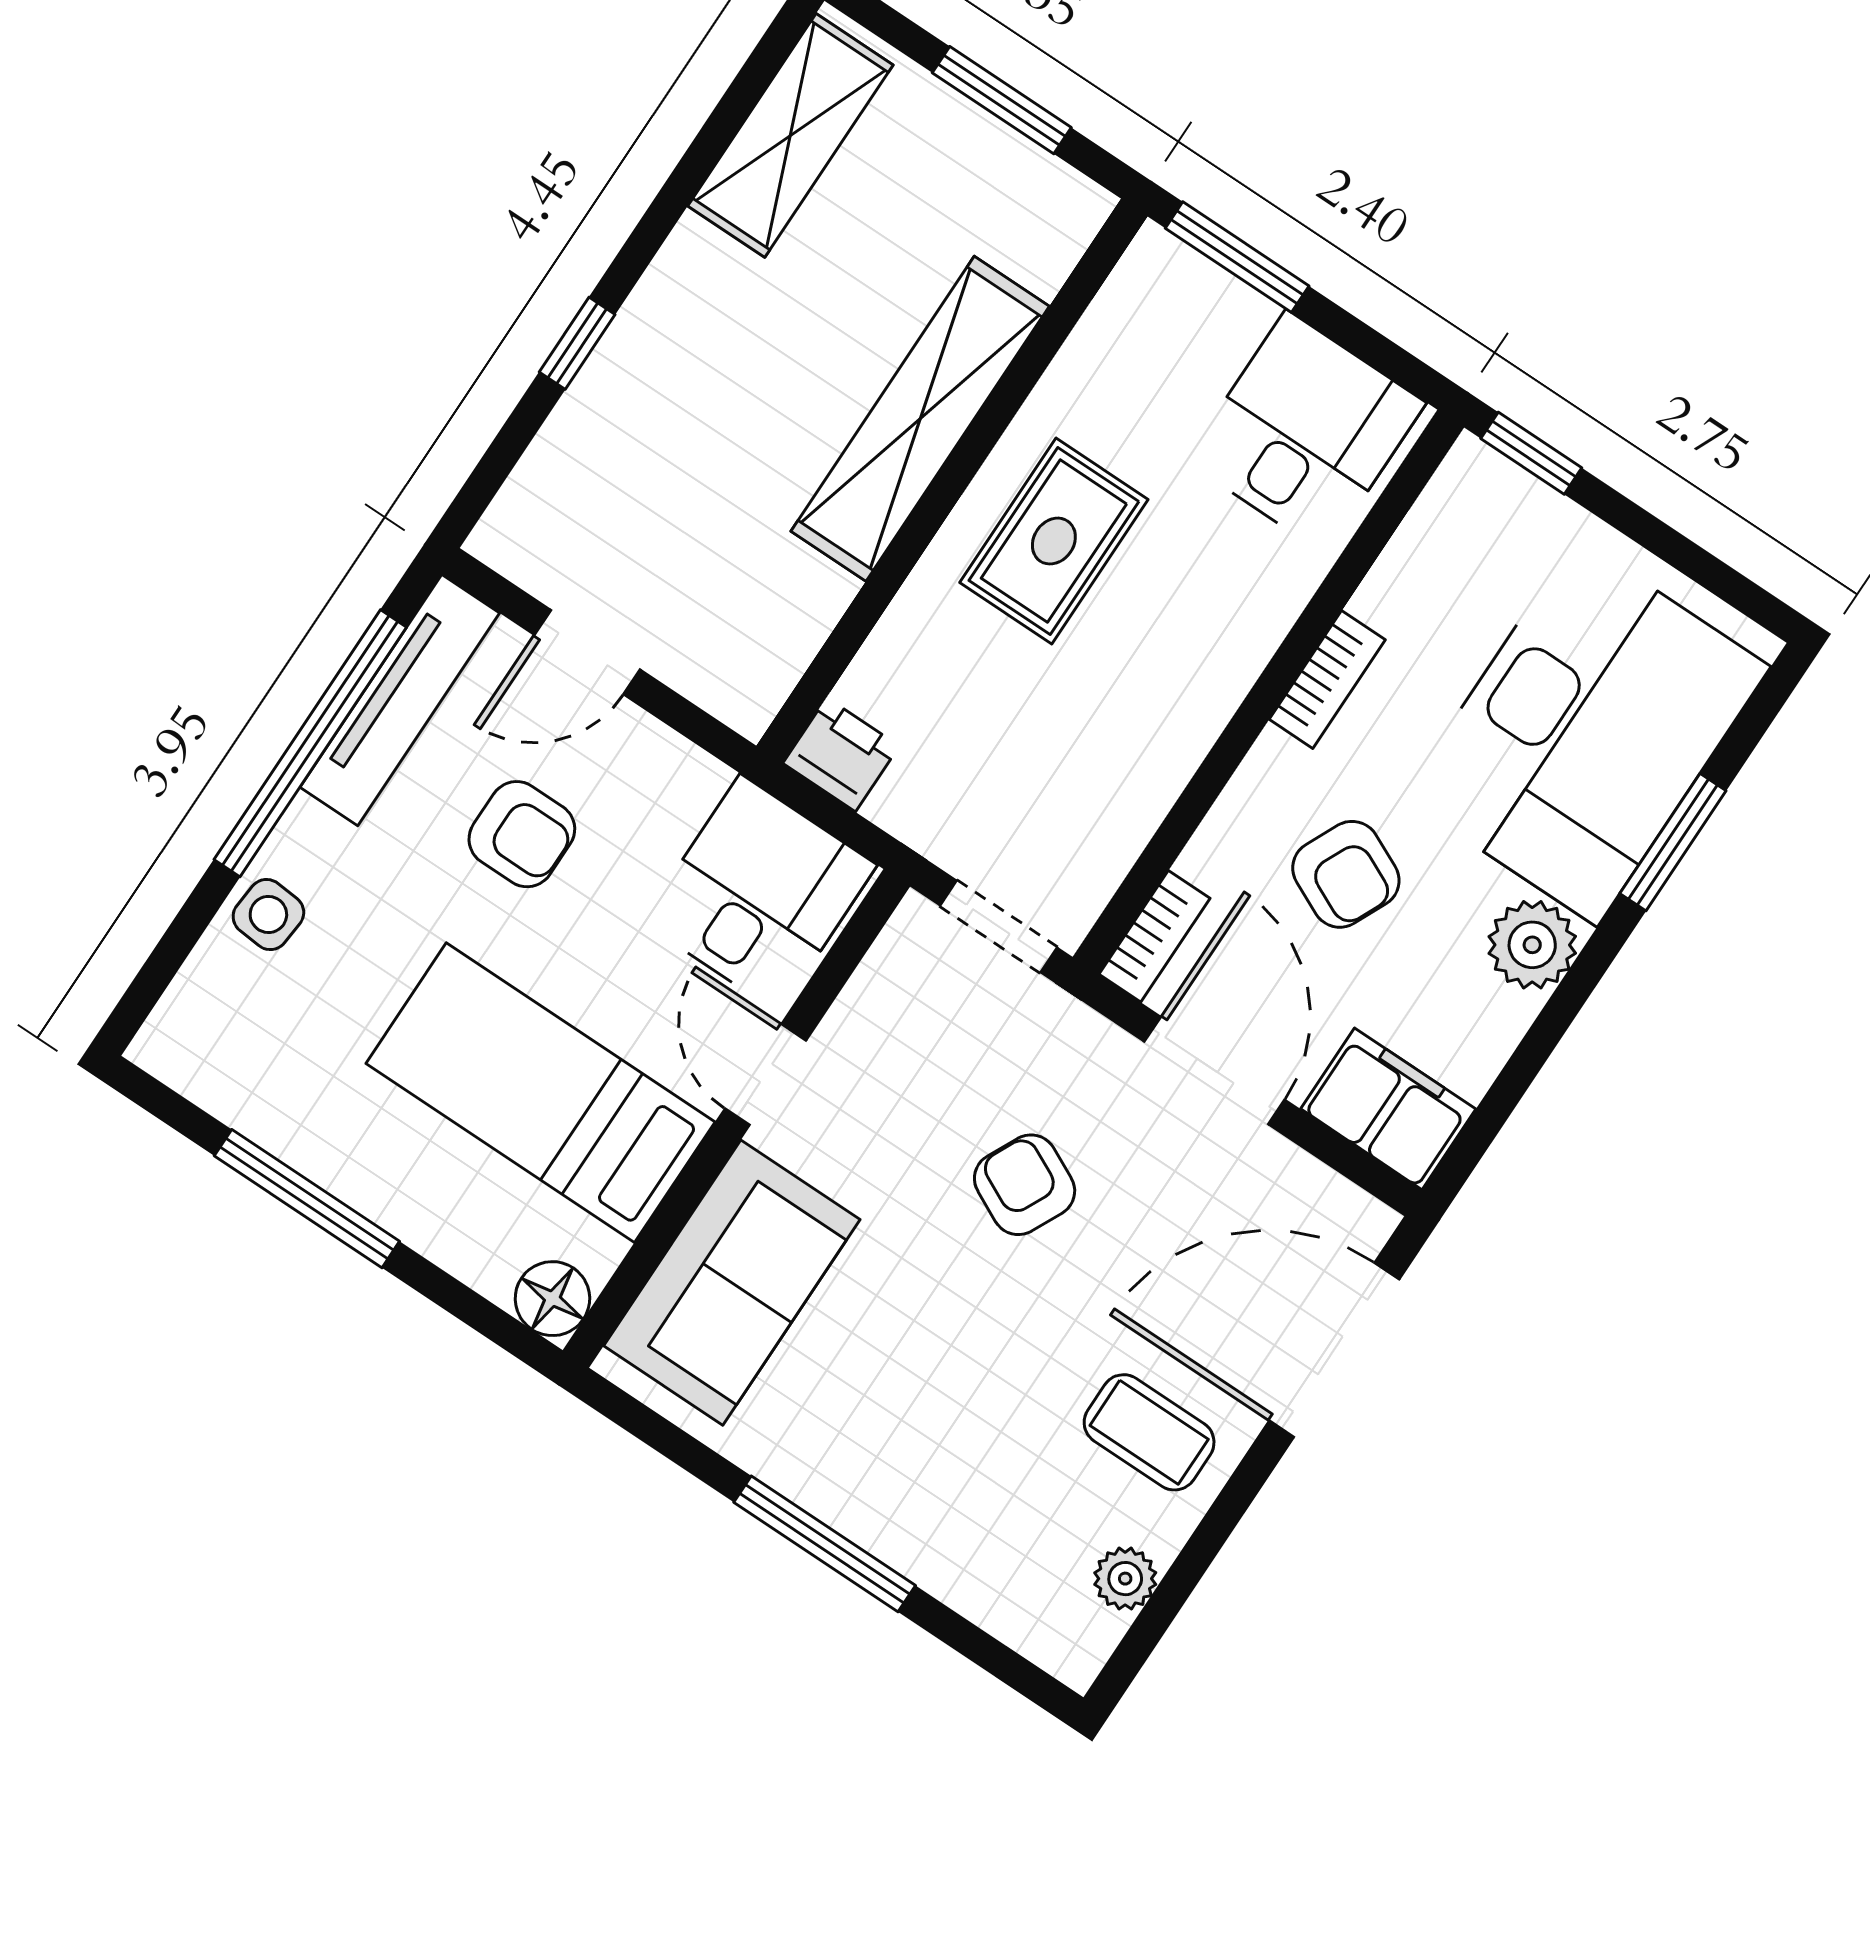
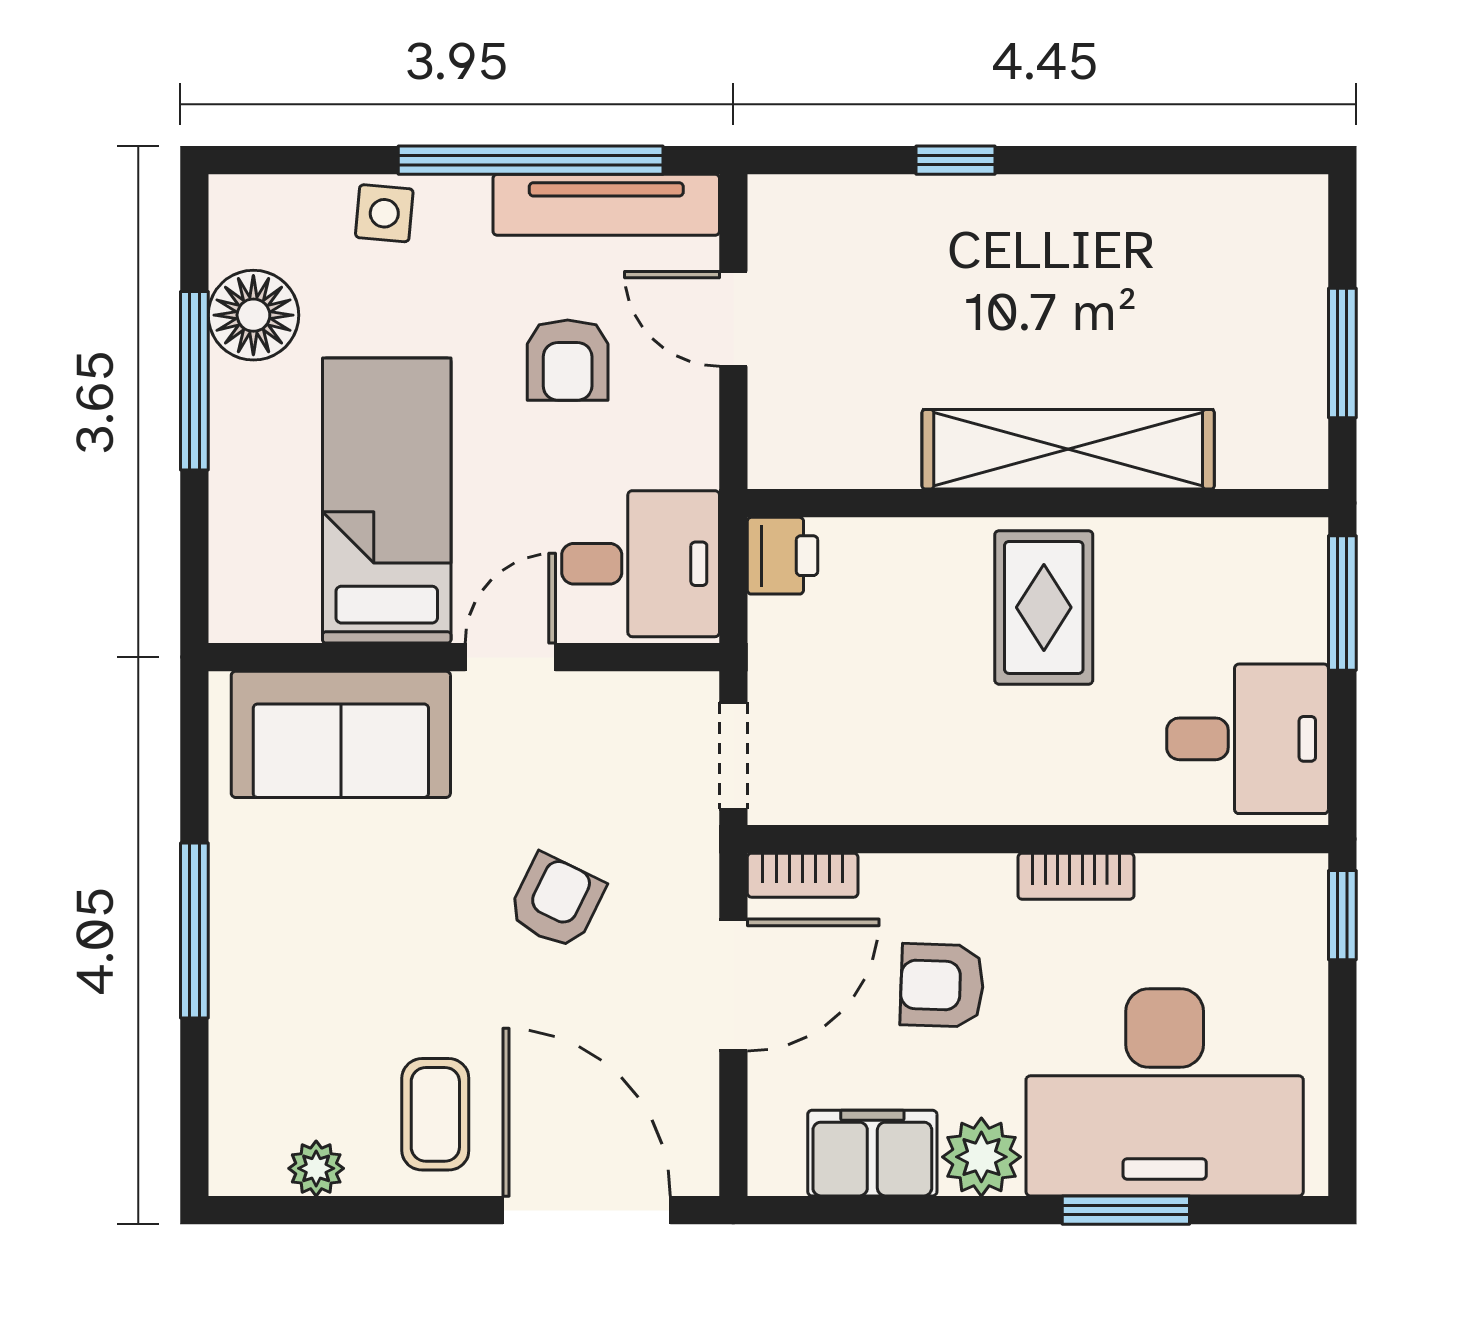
shelving: (790, 135) -> (1213, 215), removed
rug: (1054, 541) -> (1044, 607), turned 90
armchair: (1346, 874) -> (942, 985), turned 67
filing cabinet: (1388, 1109) -> (872, 1153), moved, turned -90
floor lamp: (552, 1299) -> (253, 315), moved, width x1.38, depth x1.38

